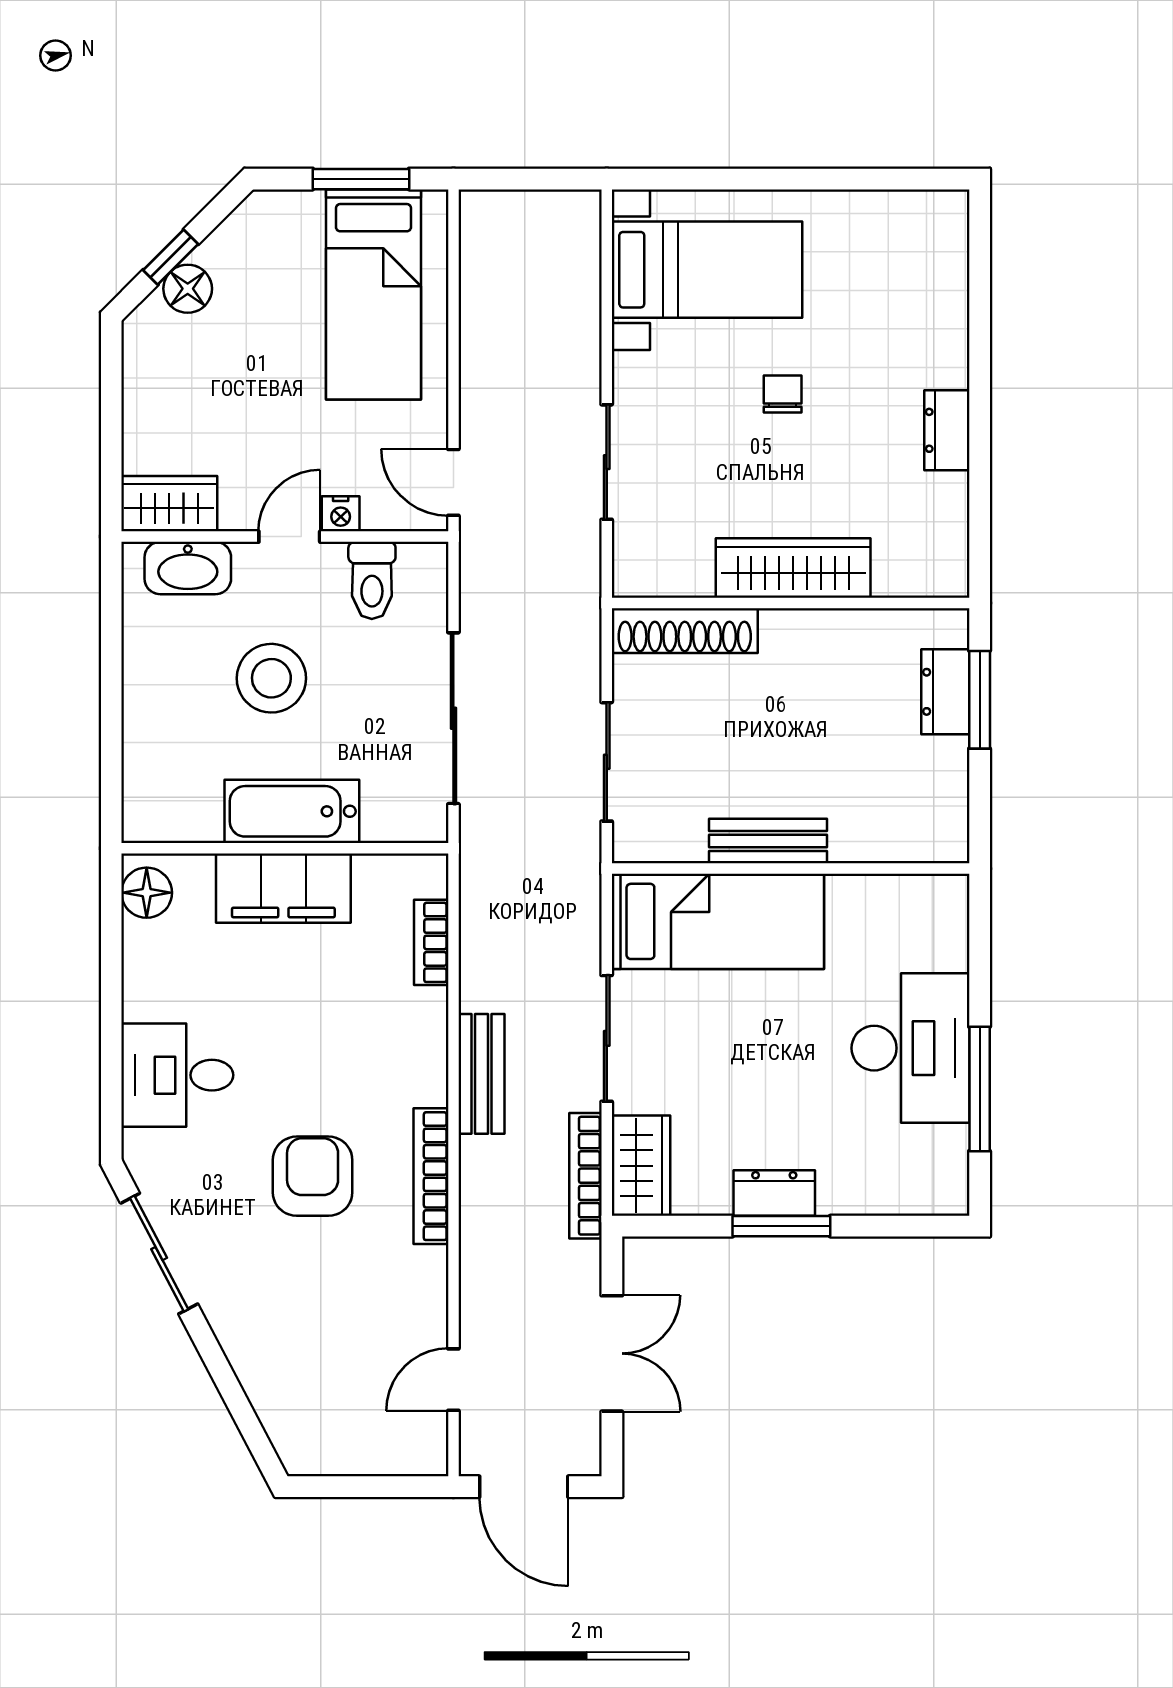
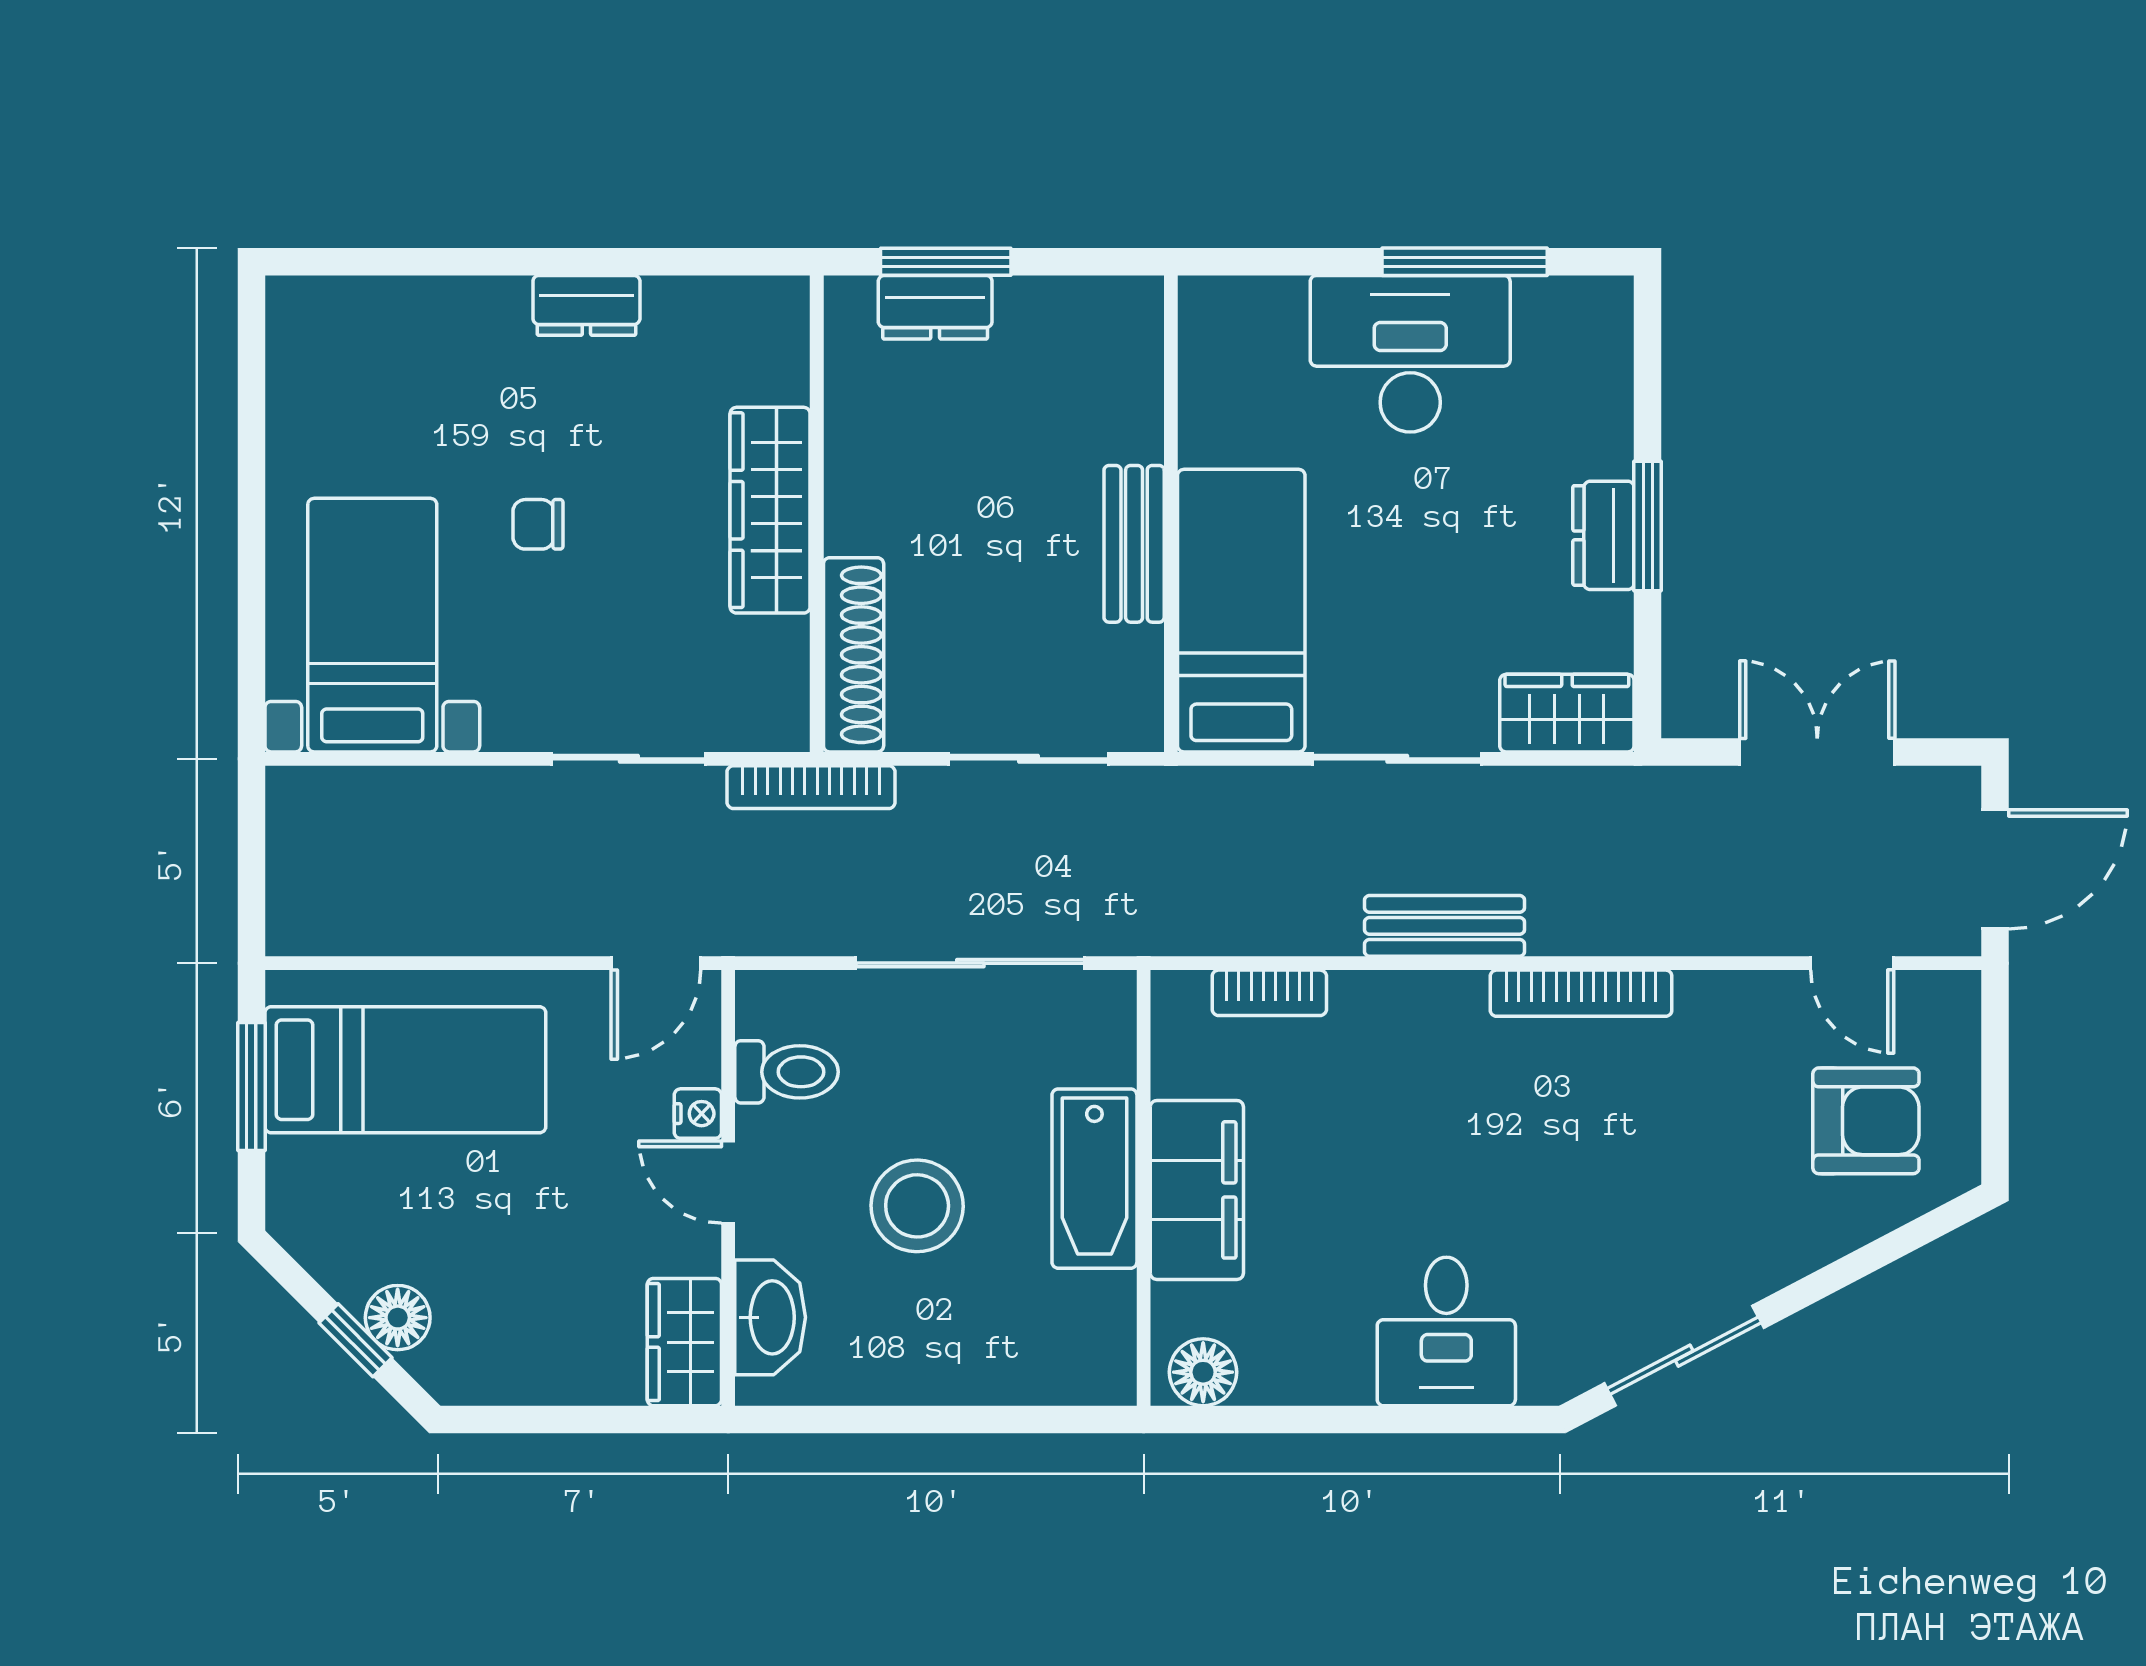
armchair: (313, 1176) -> (1866, 1121), moved, turned 180
bookcase: (585, 1176) -> (811, 787), moved

